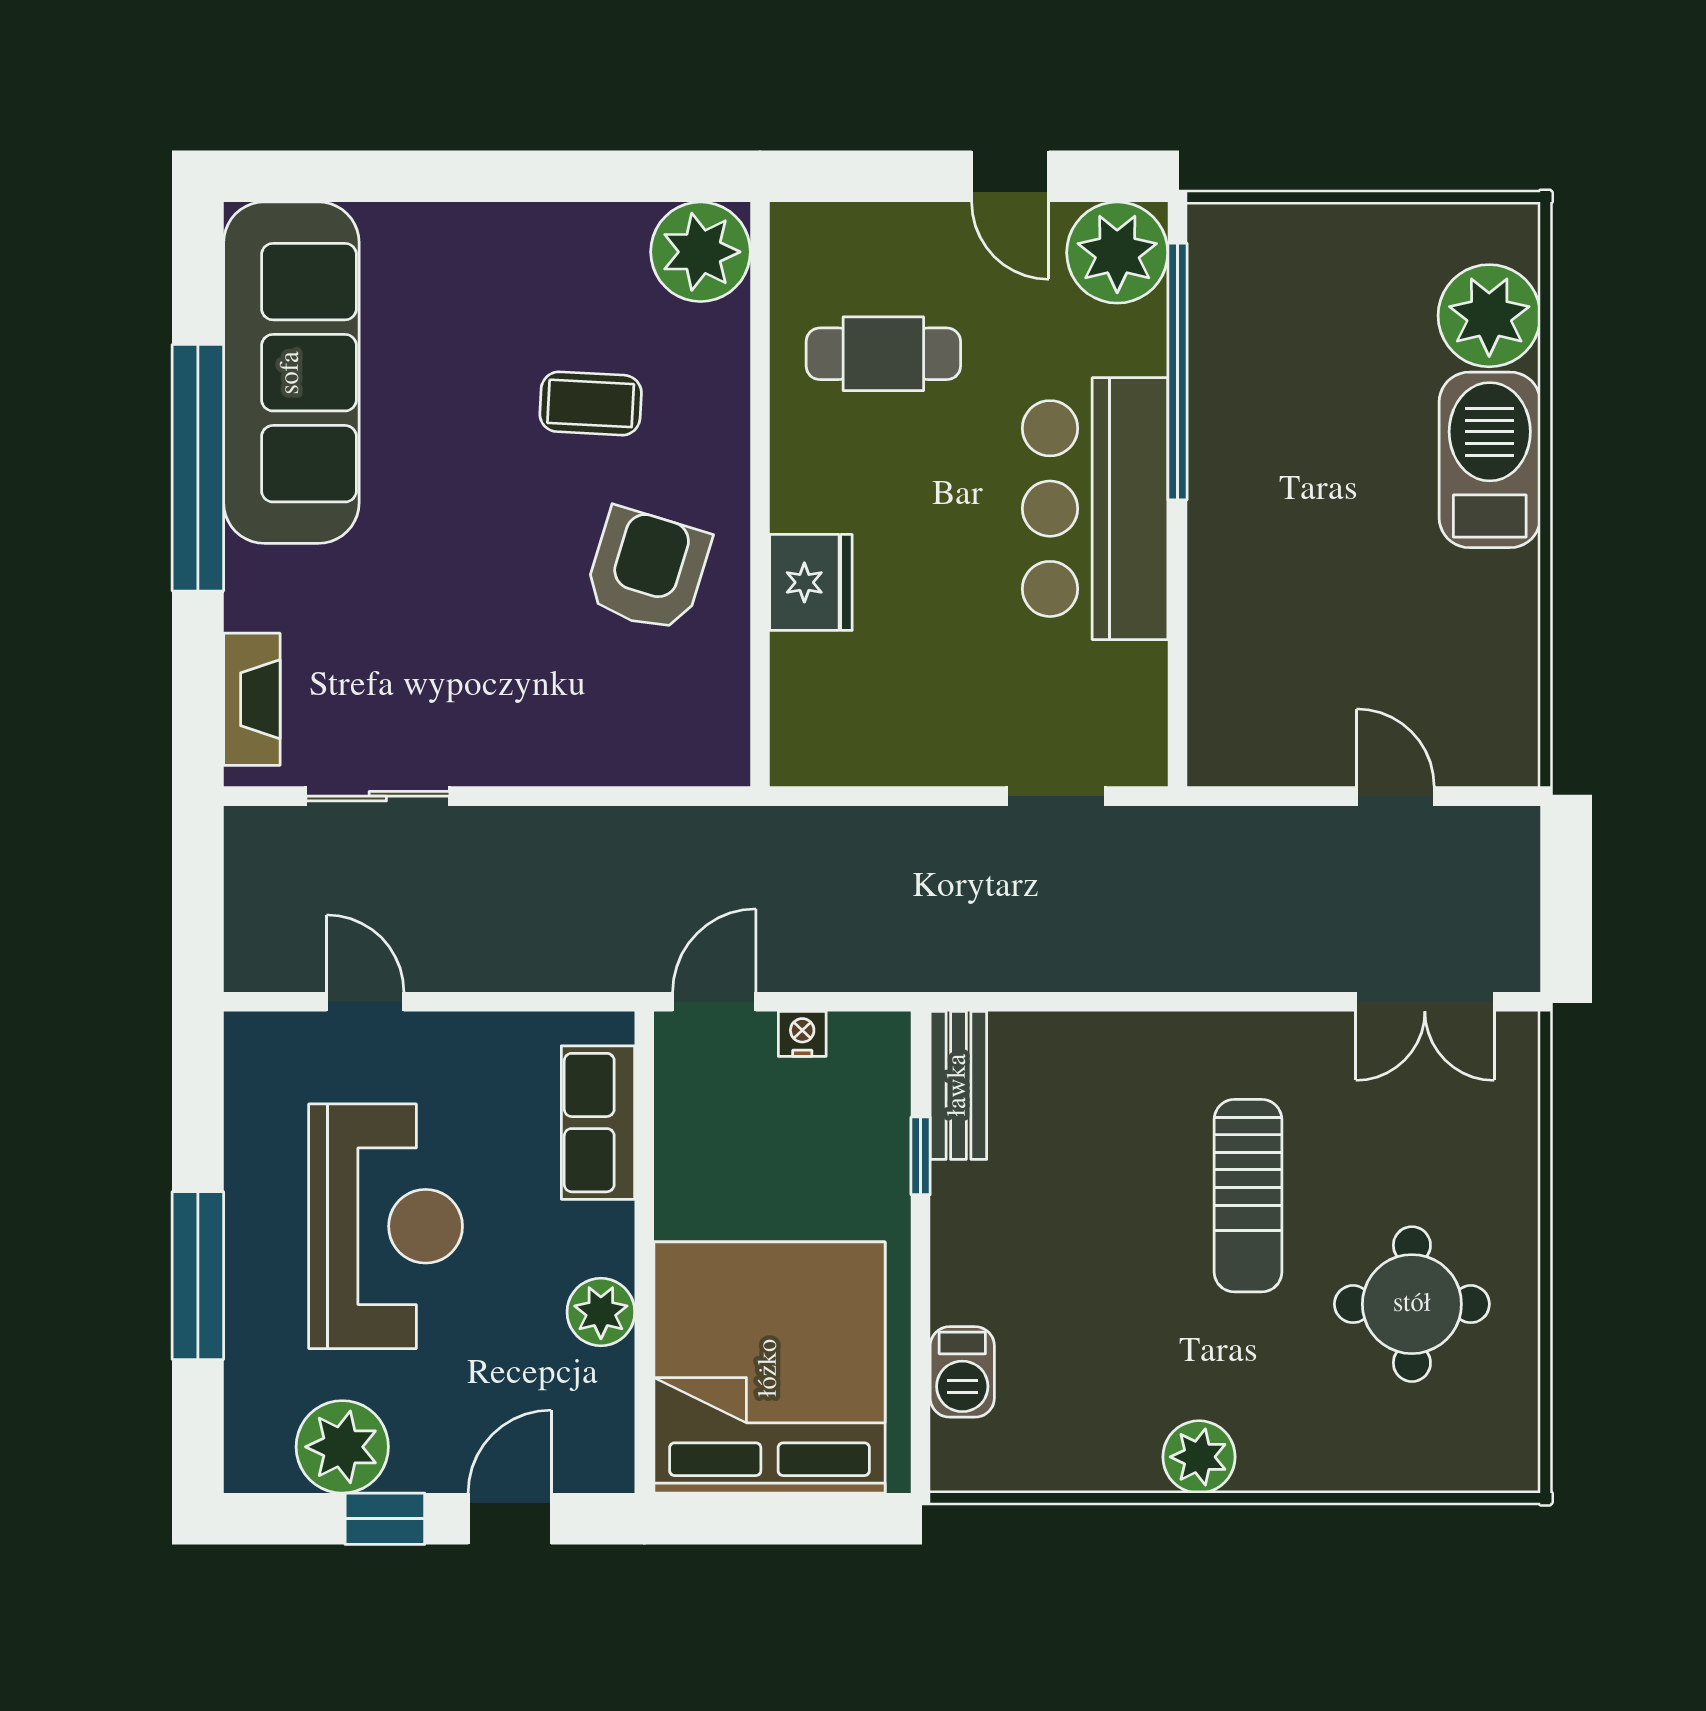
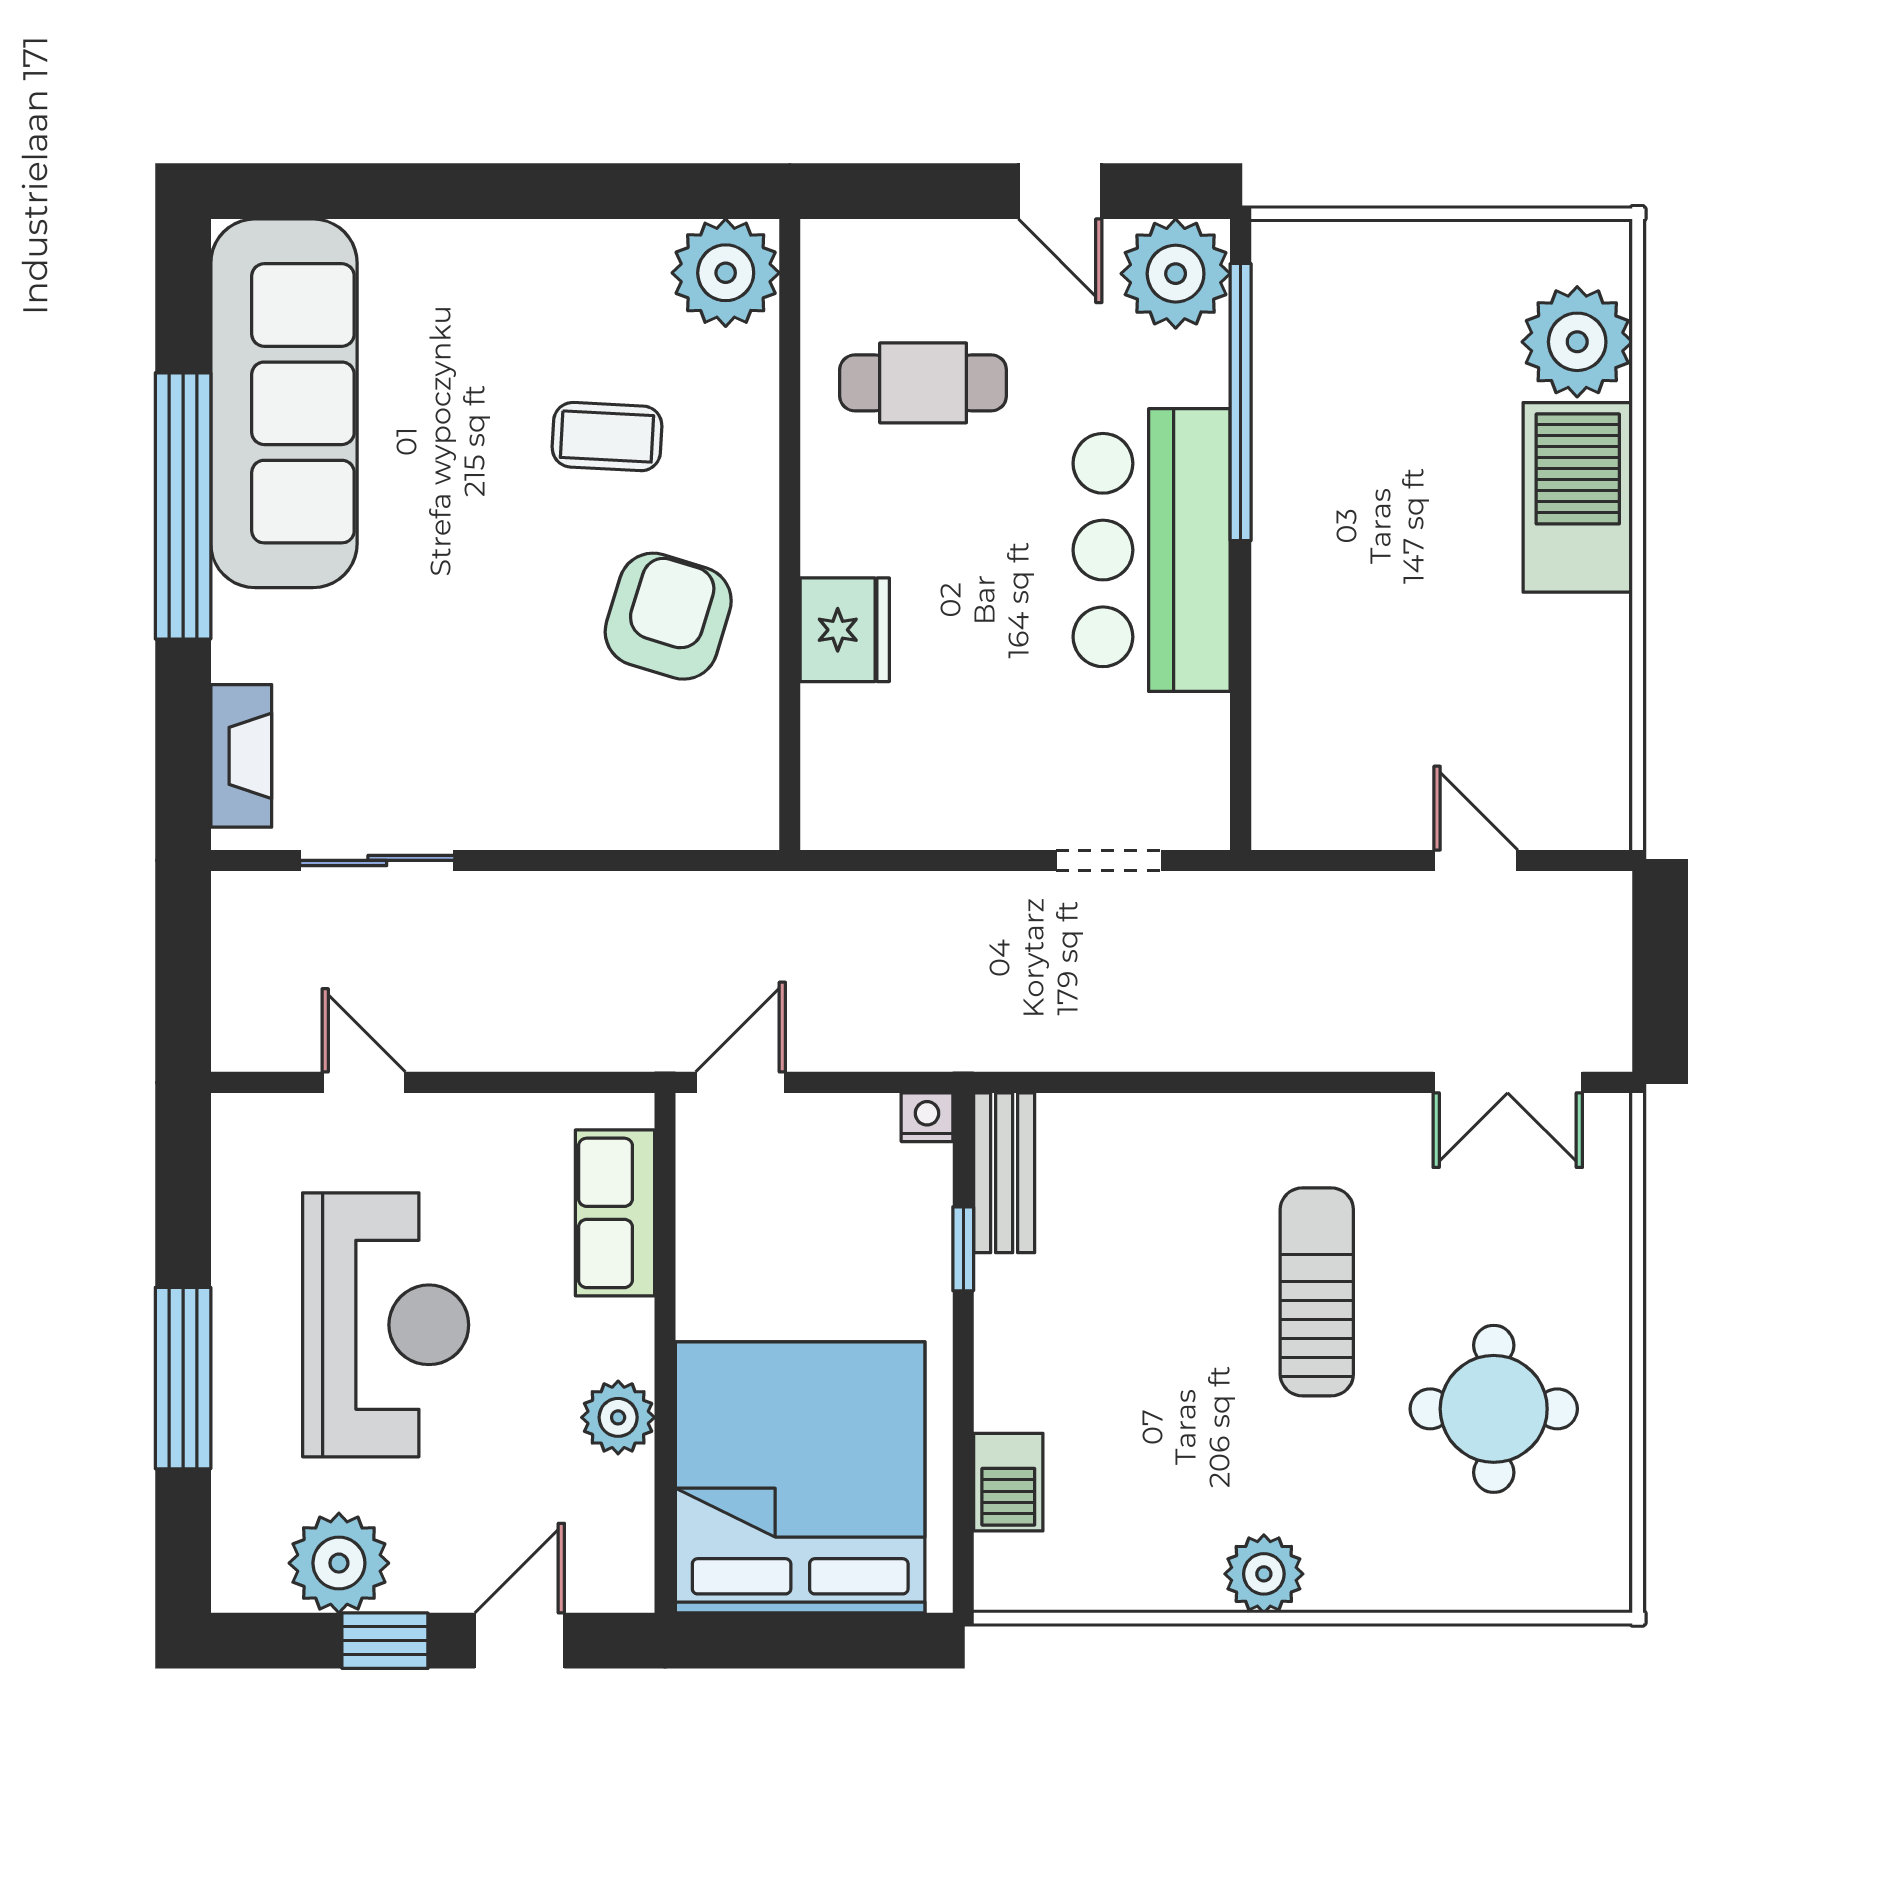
nightstand: (802, 1034) -> (927, 1117), moved
sun lounger: (1248, 1196) -> (1317, 1292), turned 180

